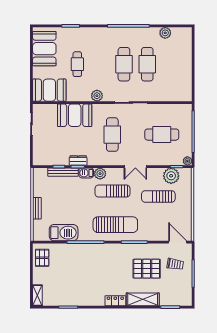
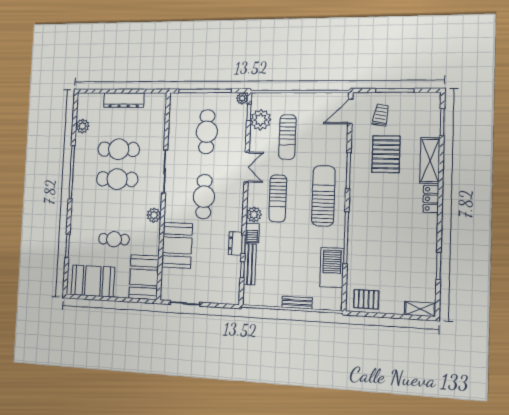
dresser: (186, 66) -> (124, 100), added
cafe table: (112, 135) -> (204, 197), turned 90

